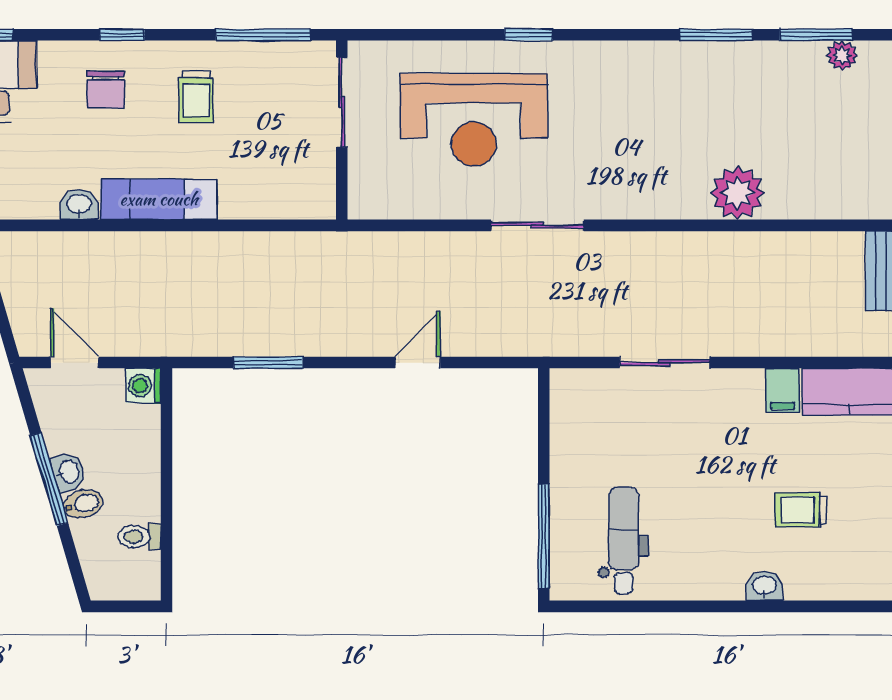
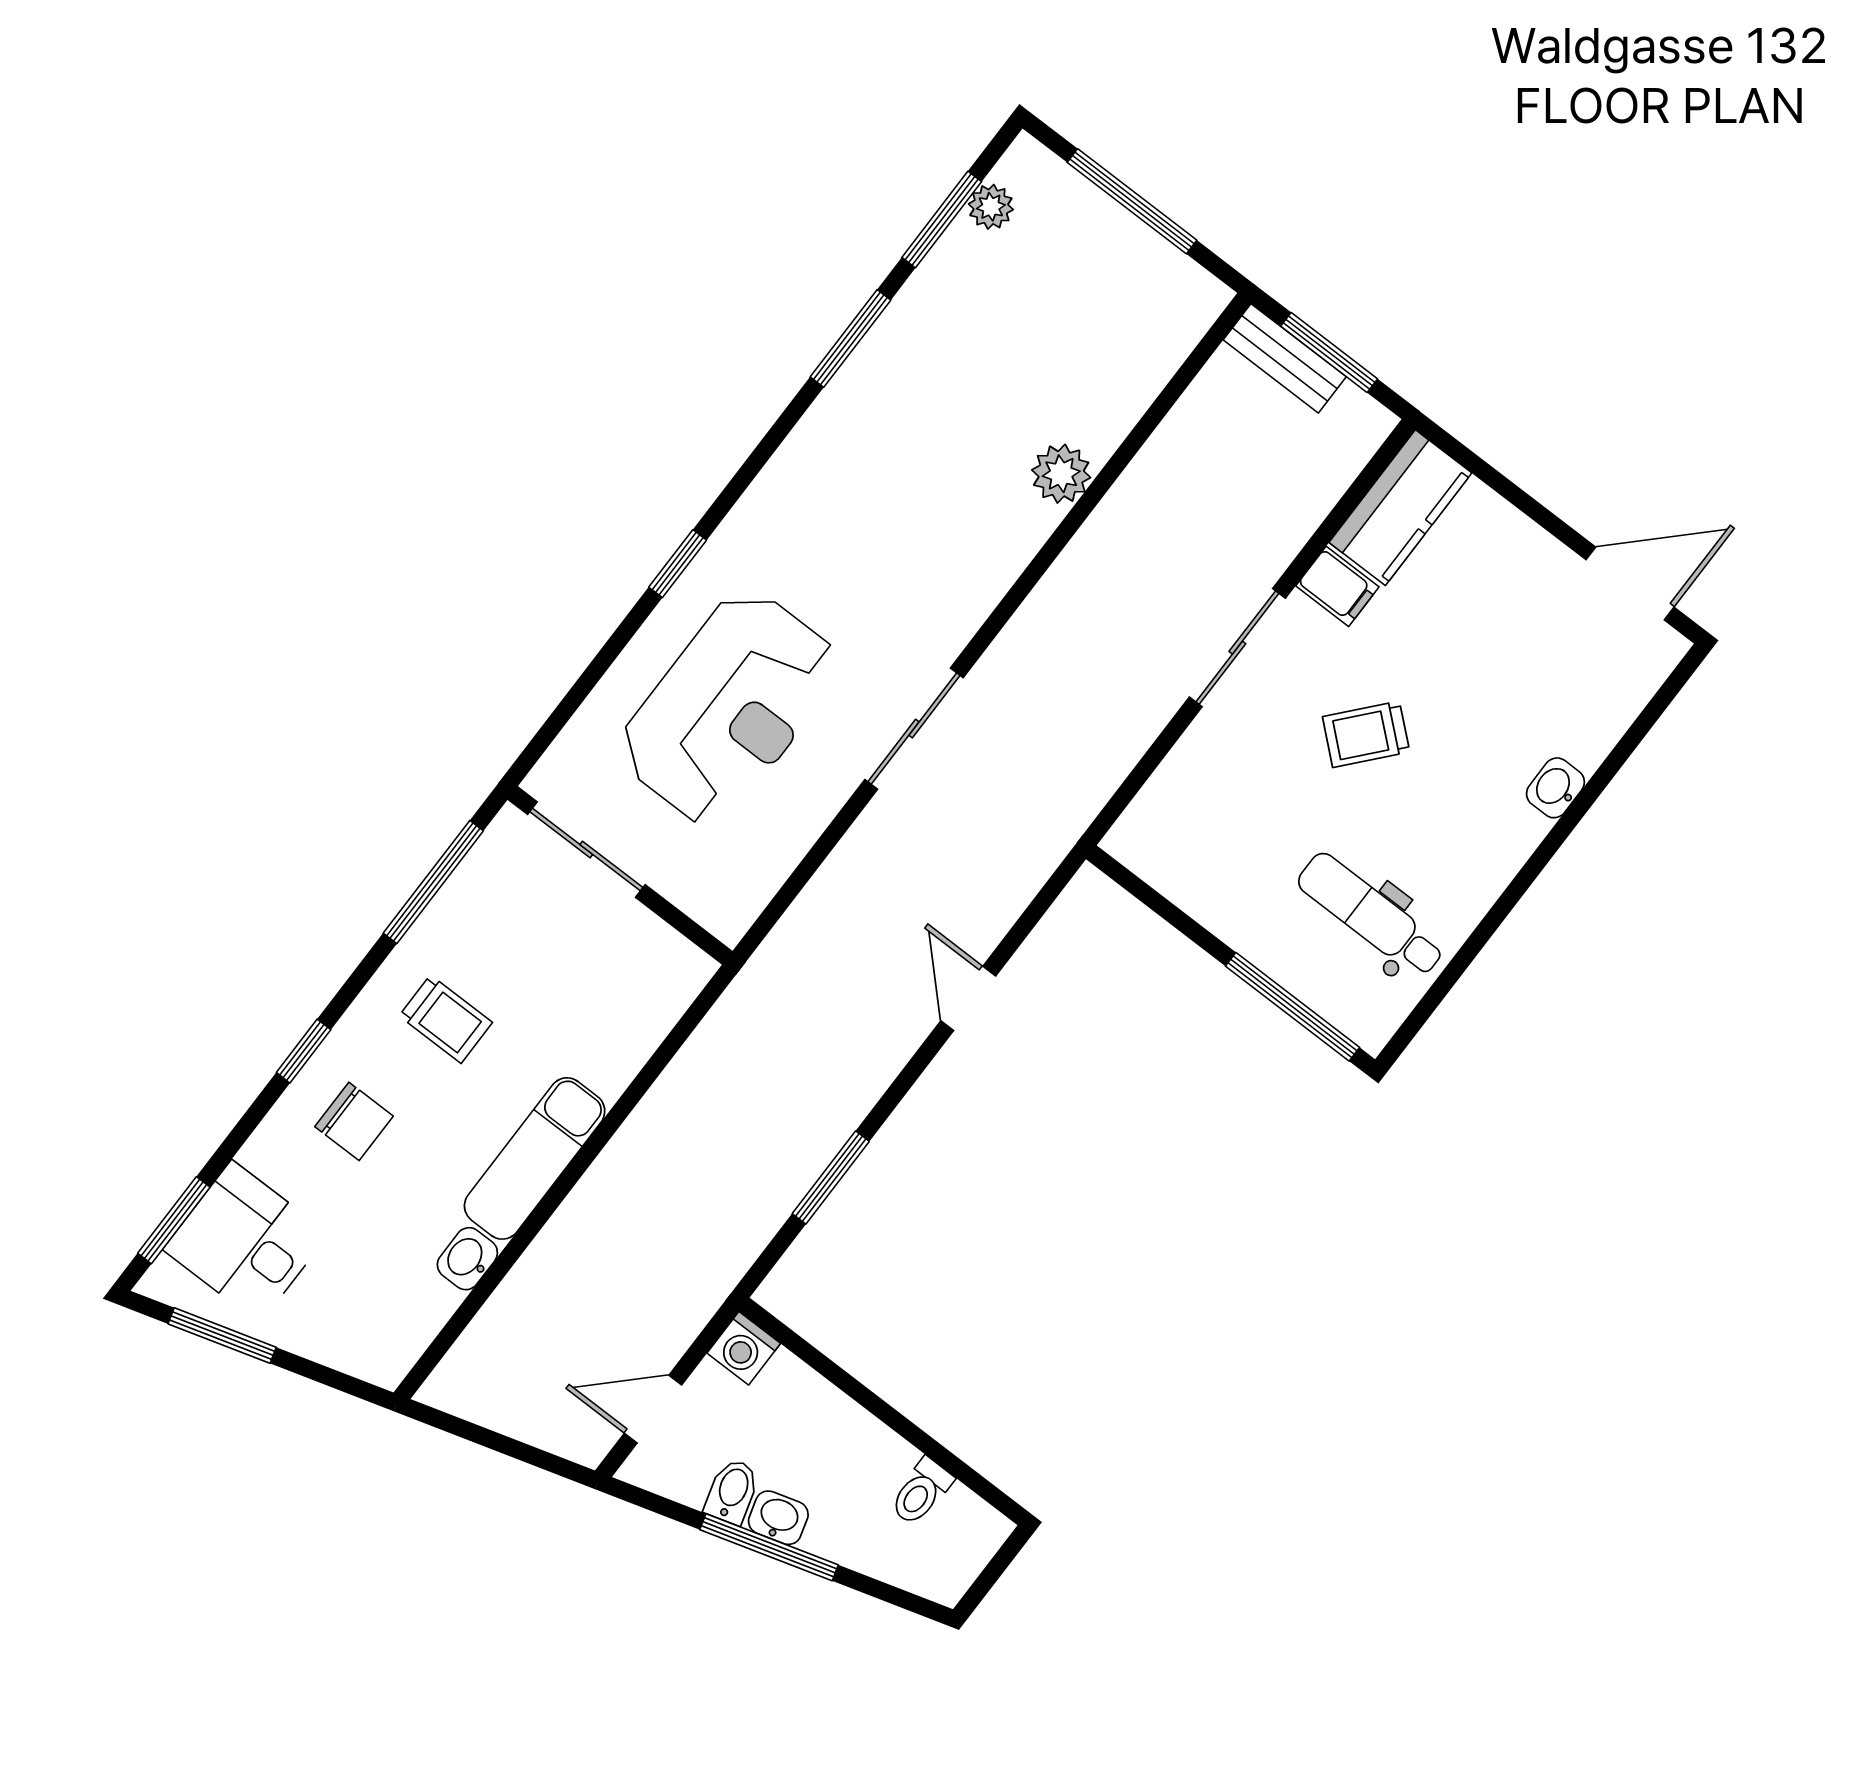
plant: (738, 193) -> (1061, 474), width x0.73, depth x0.73
sliding door: (665, 363) -> (1237, 648), moved
bidet: (83, 504) -> (732, 1491), moved
trolley: (801, 510) -> (1366, 734), moved, turned 41

